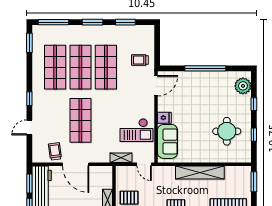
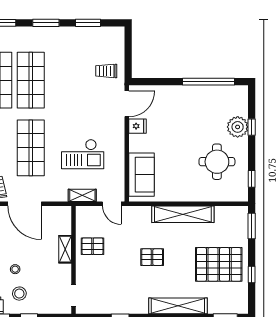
shop shelf: (106, 67) -> (63, 80), removed
window: (205, 68) -> (209, 82), moved
plant: (243, 86) -> (238, 127), moved
fridge: (164, 118) -> (138, 126), moved
checkout: (136, 130) -> (83, 154), moved
window: (254, 135) -> (252, 179), moved

